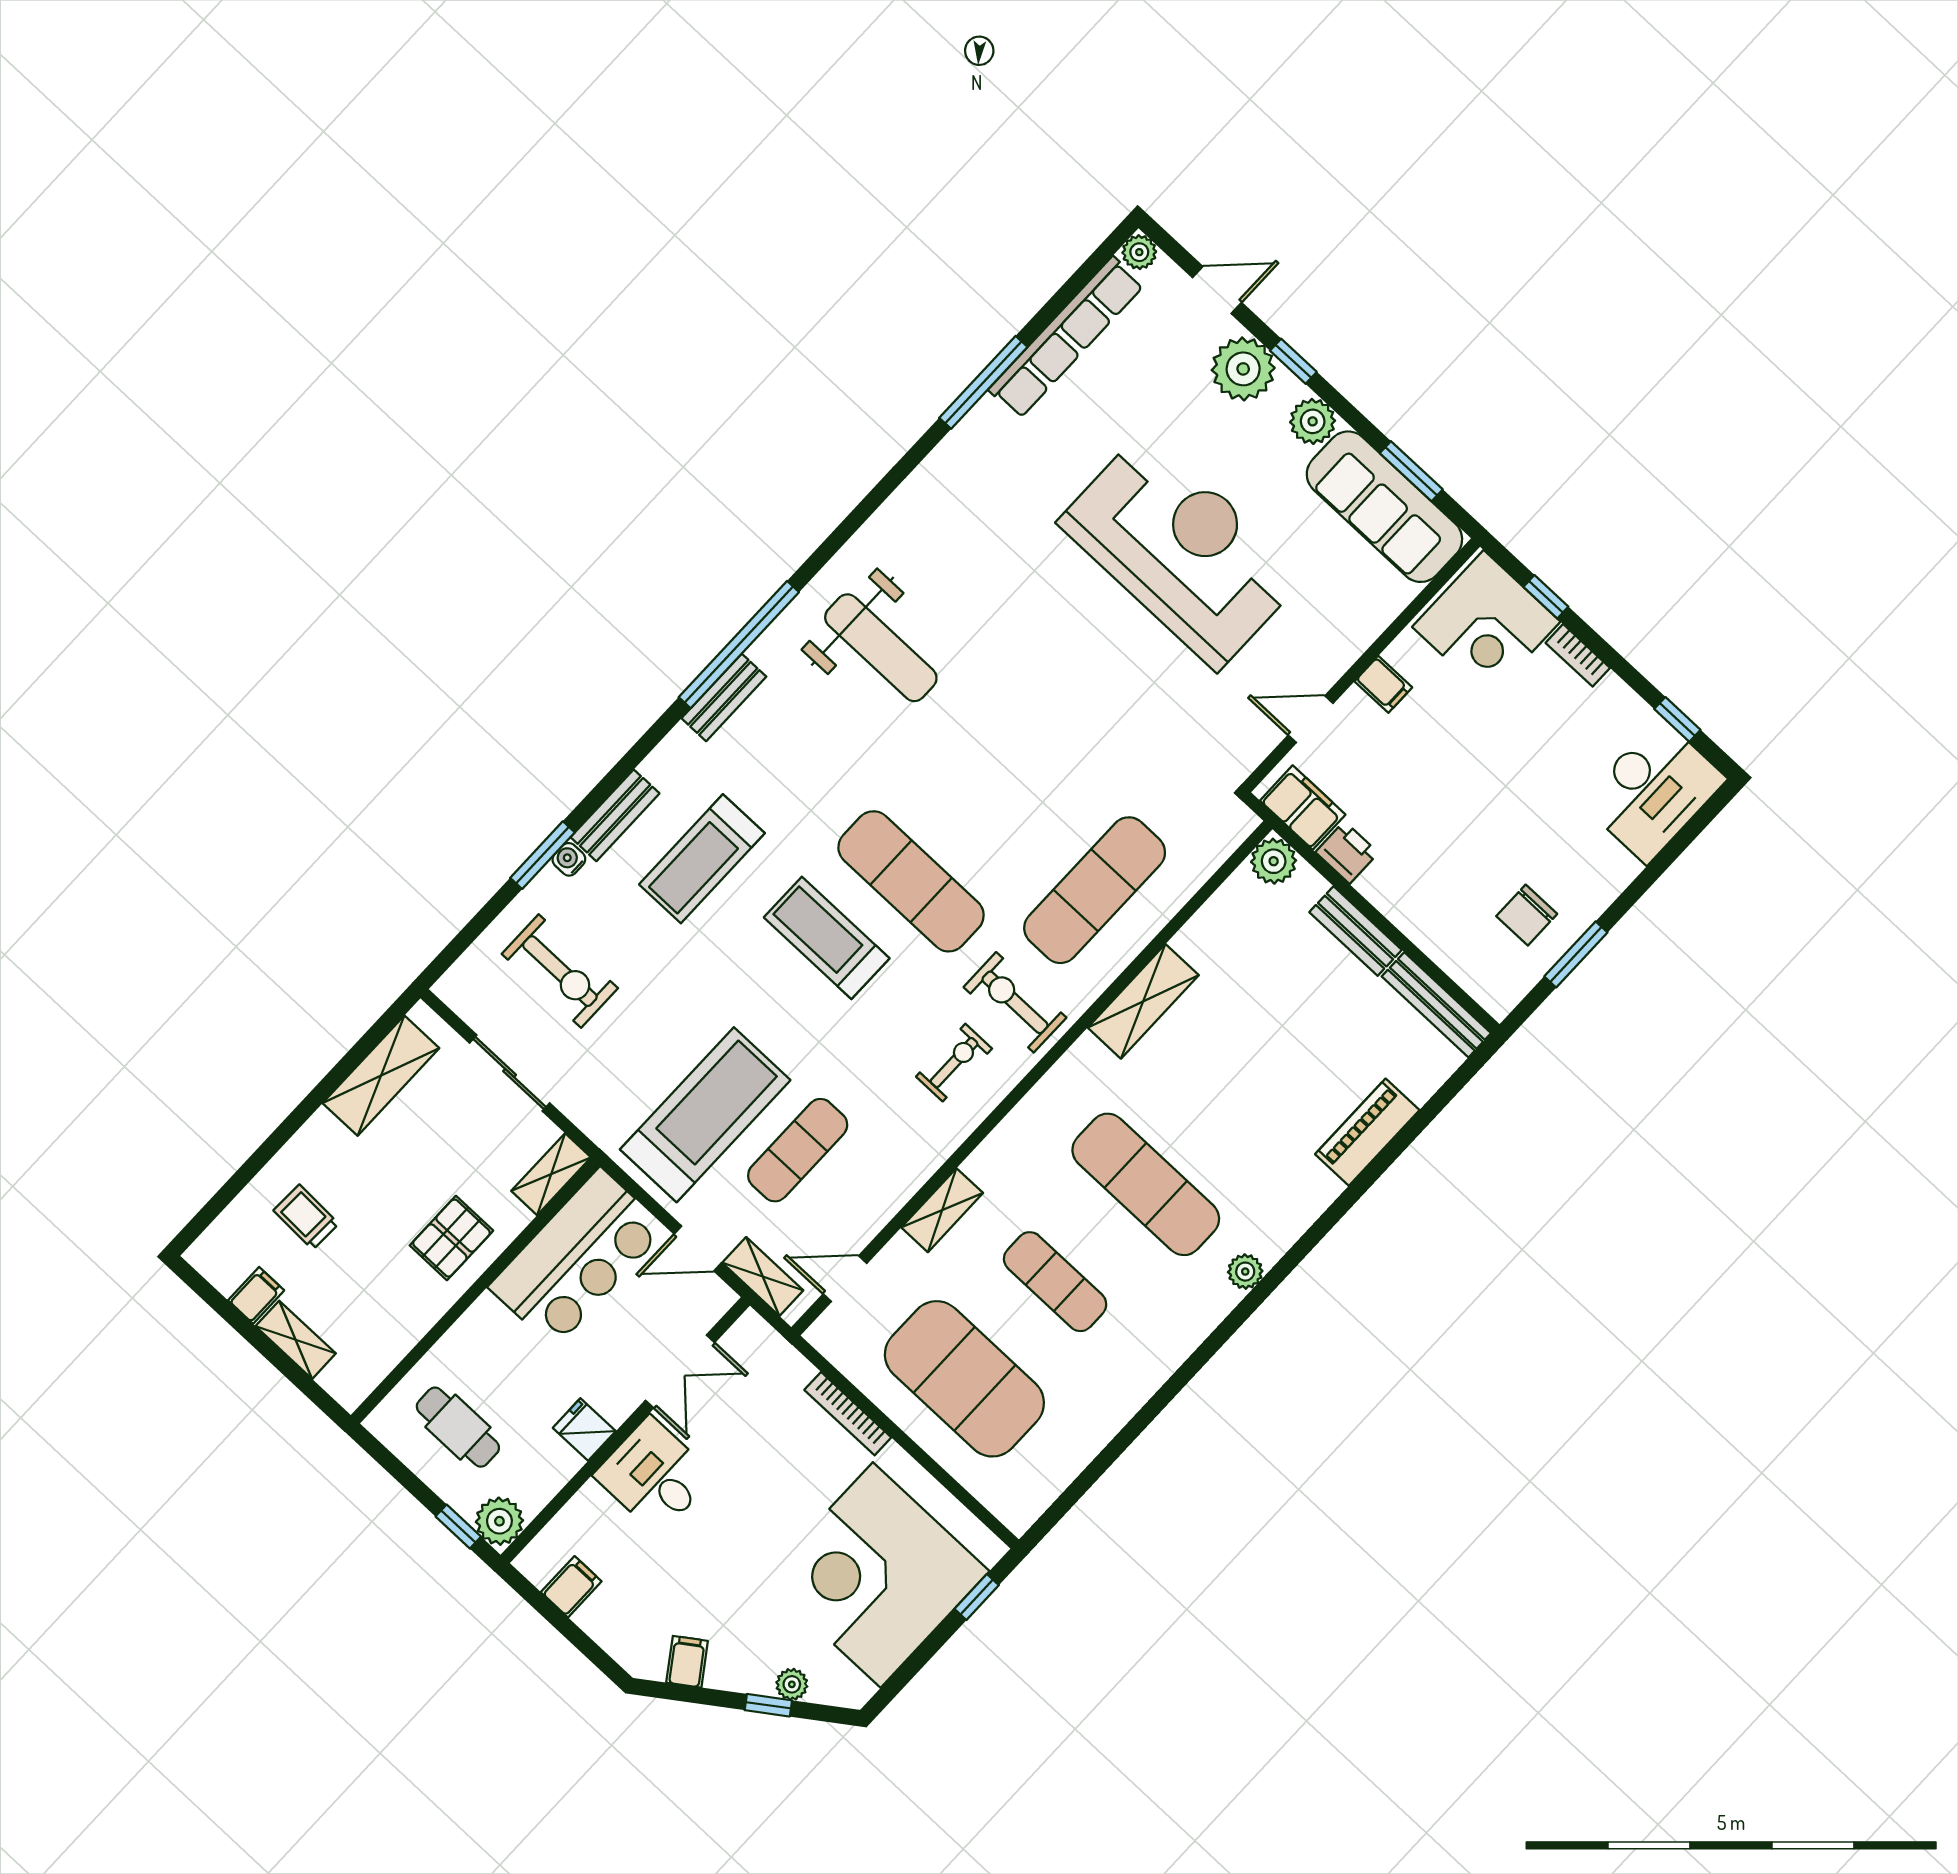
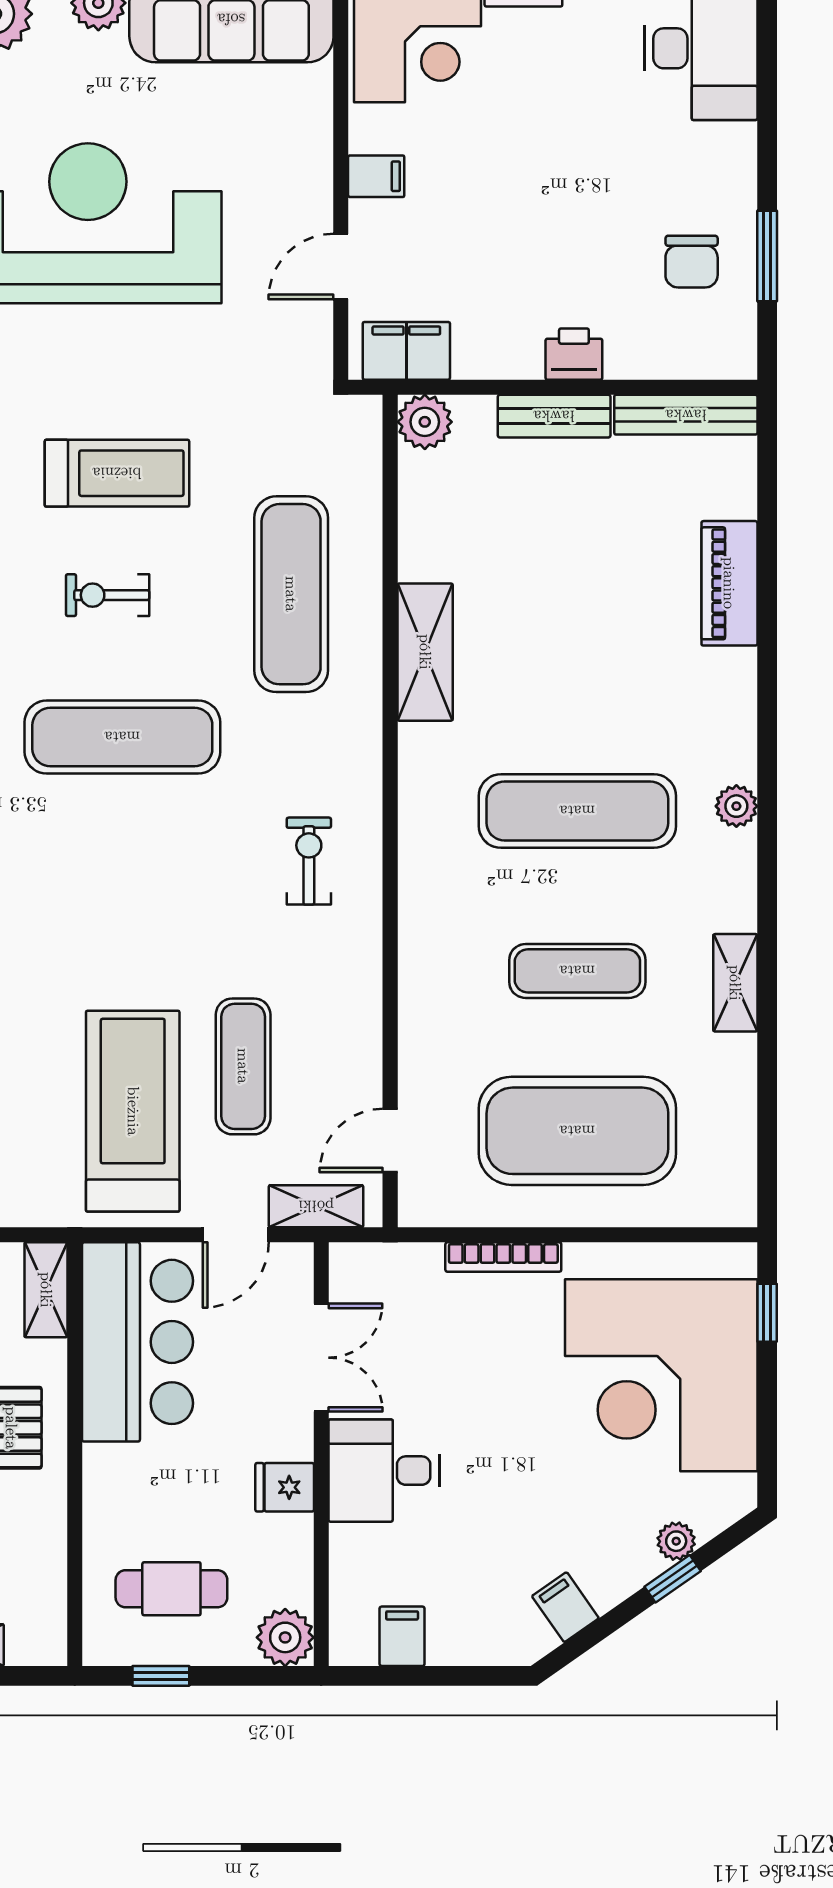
printer: (1347, 853) -> (574, 354), moved
treadmill: (827, 938) -> (117, 473), moved, turned 180
exercise bike: (1015, 1002) -> (108, 595), moved, width x0.73, depth x0.72
shelving: (942, 1210) -> (735, 983), moved
window: (458, 1527) -> (161, 1676), moved

